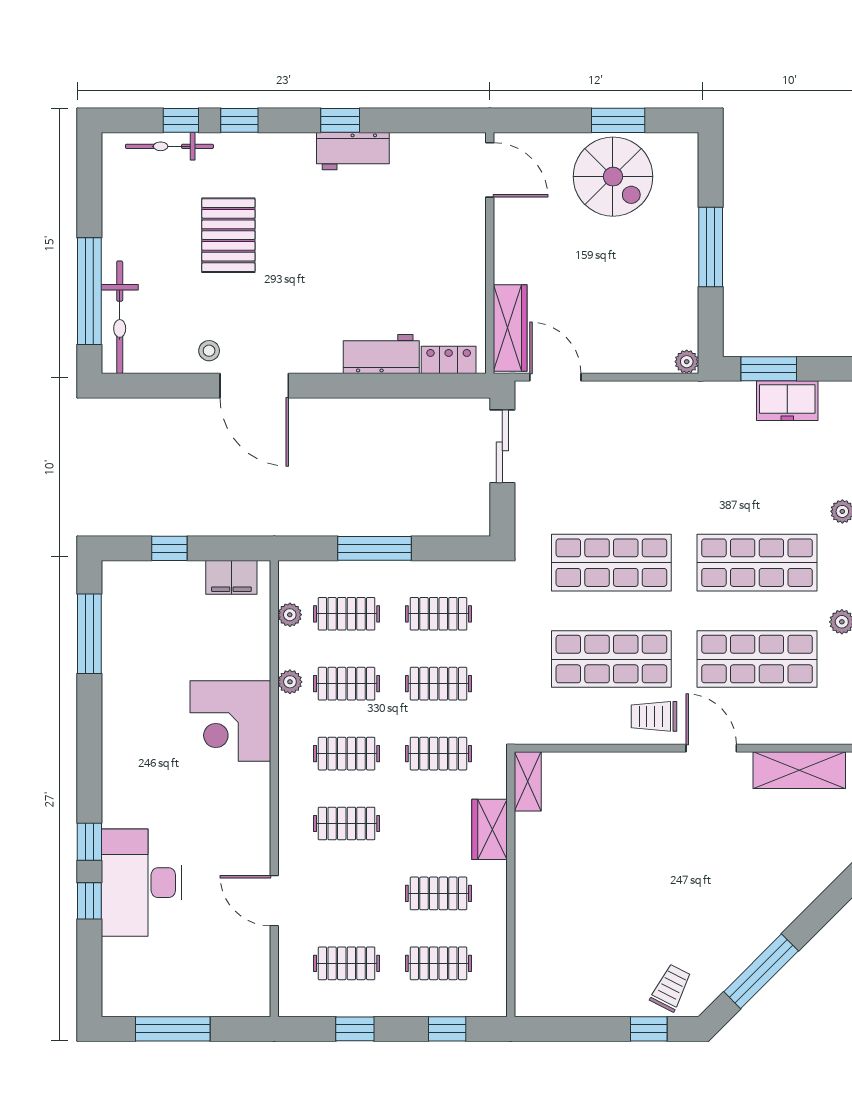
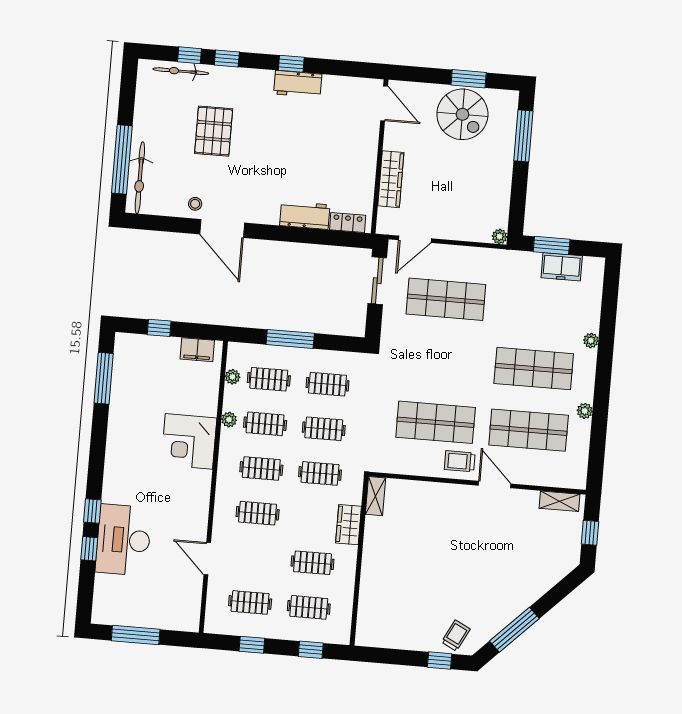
window: (711, 247) -> (523, 136), moved
wardrobe: (510, 328) -> (391, 179), moved
door: (555, 377) -> (415, 239), swing flipped
shop shelf: (611, 563) -> (446, 299), moved
shelving: (799, 770) -> (560, 501), width x0.67, depth x0.75

